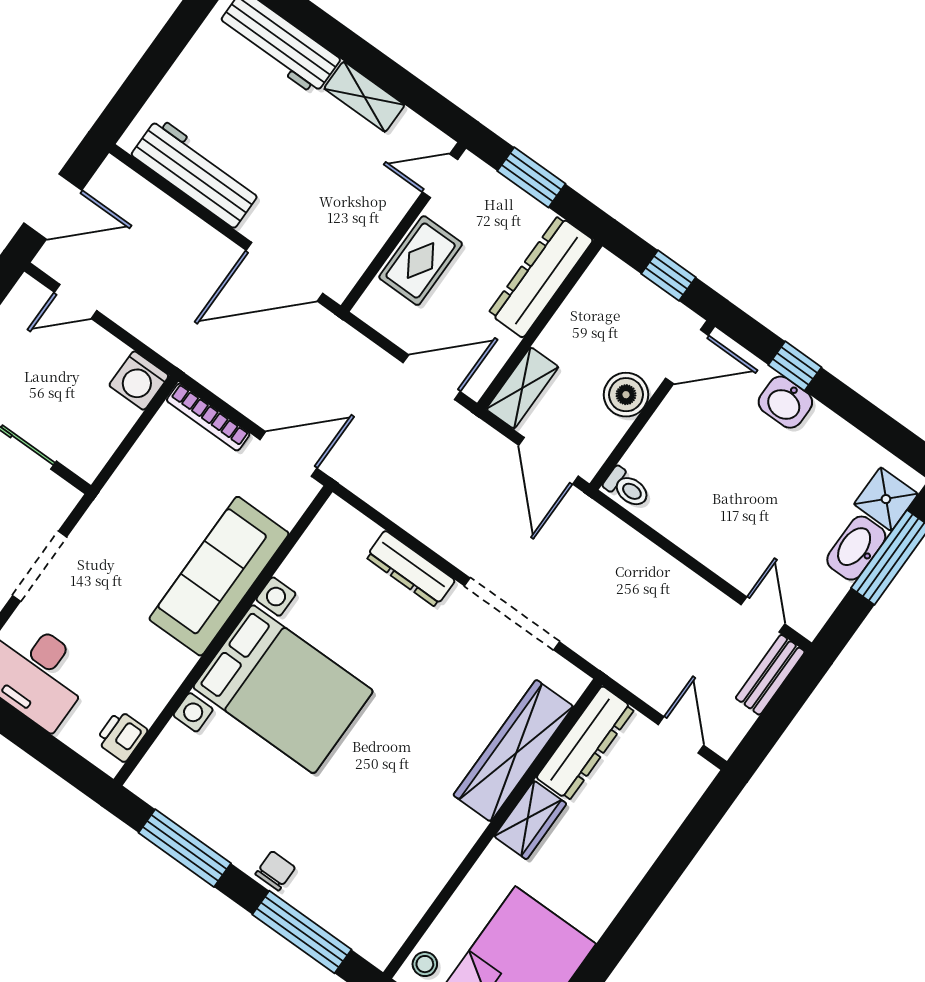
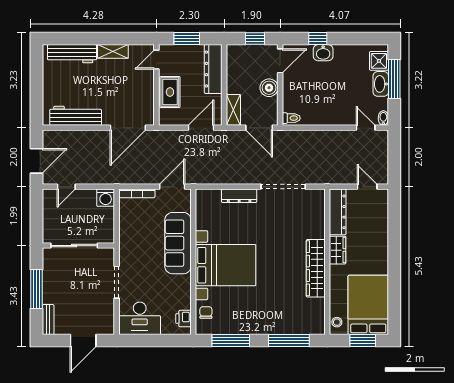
bidet: (812, 620) -> (383, 118), added
bench: (770, 675) -> (382, 146), removed
wardrobe: (513, 751) -> (316, 268), moved
chair: (275, 871) -> (206, 313), moved

